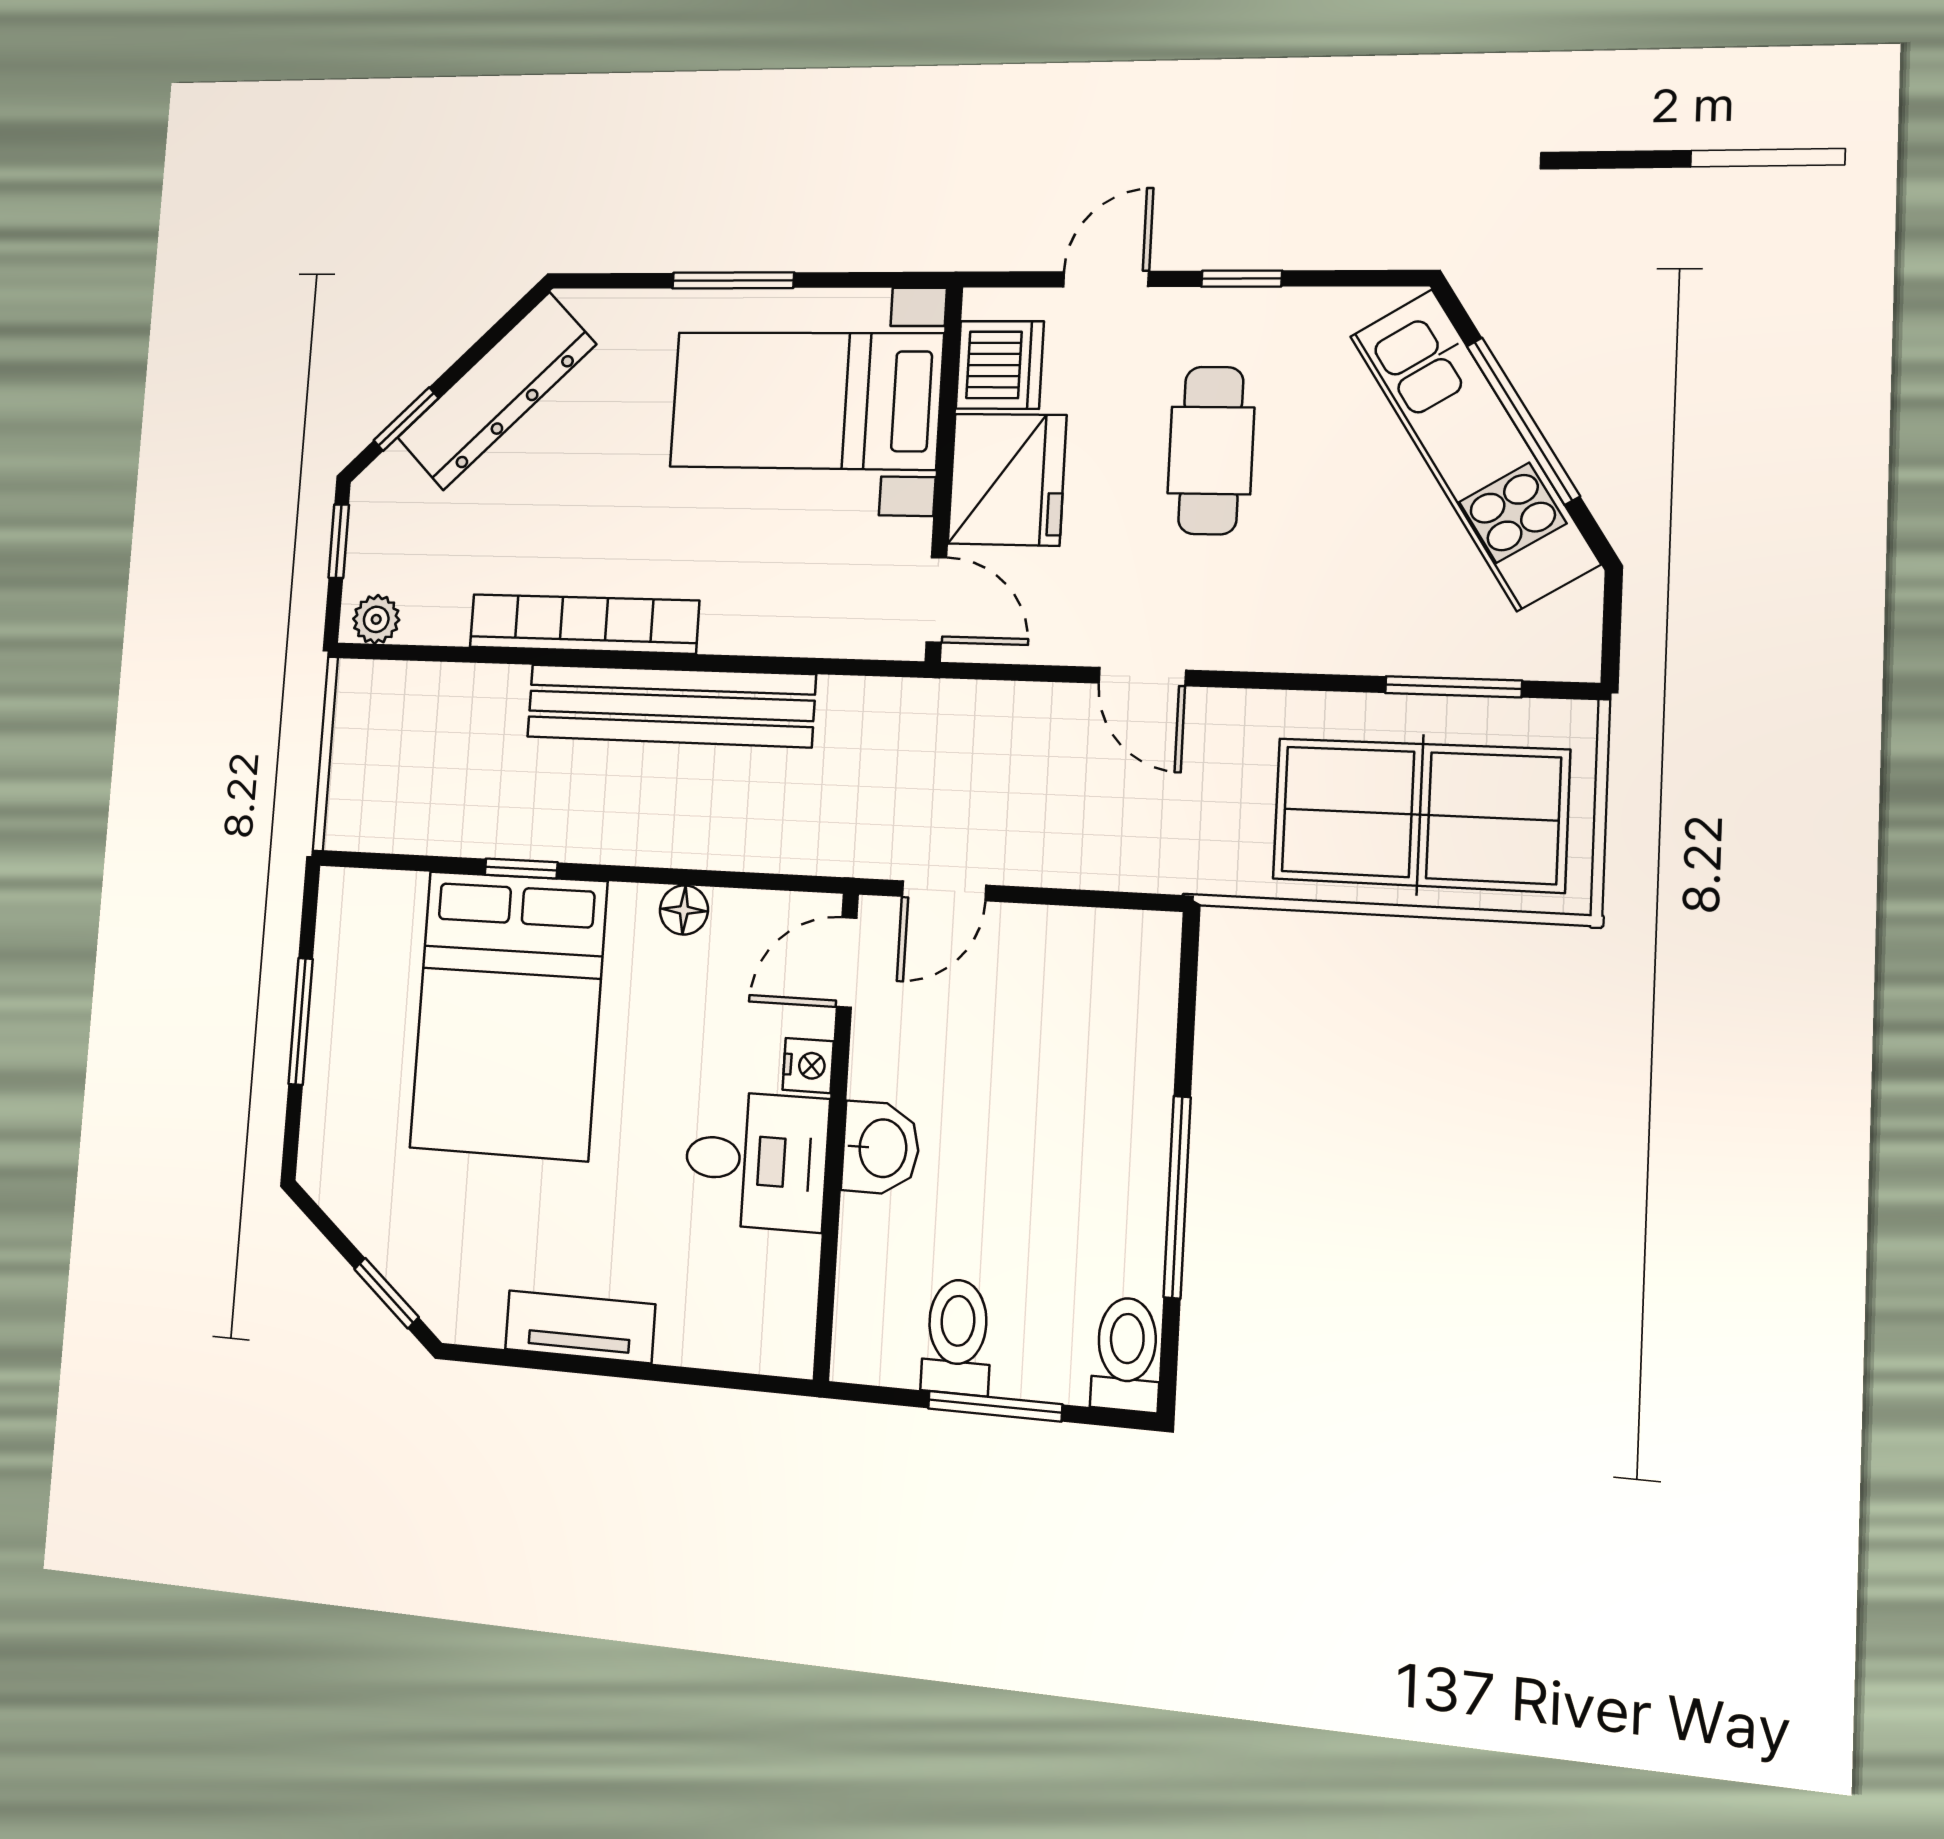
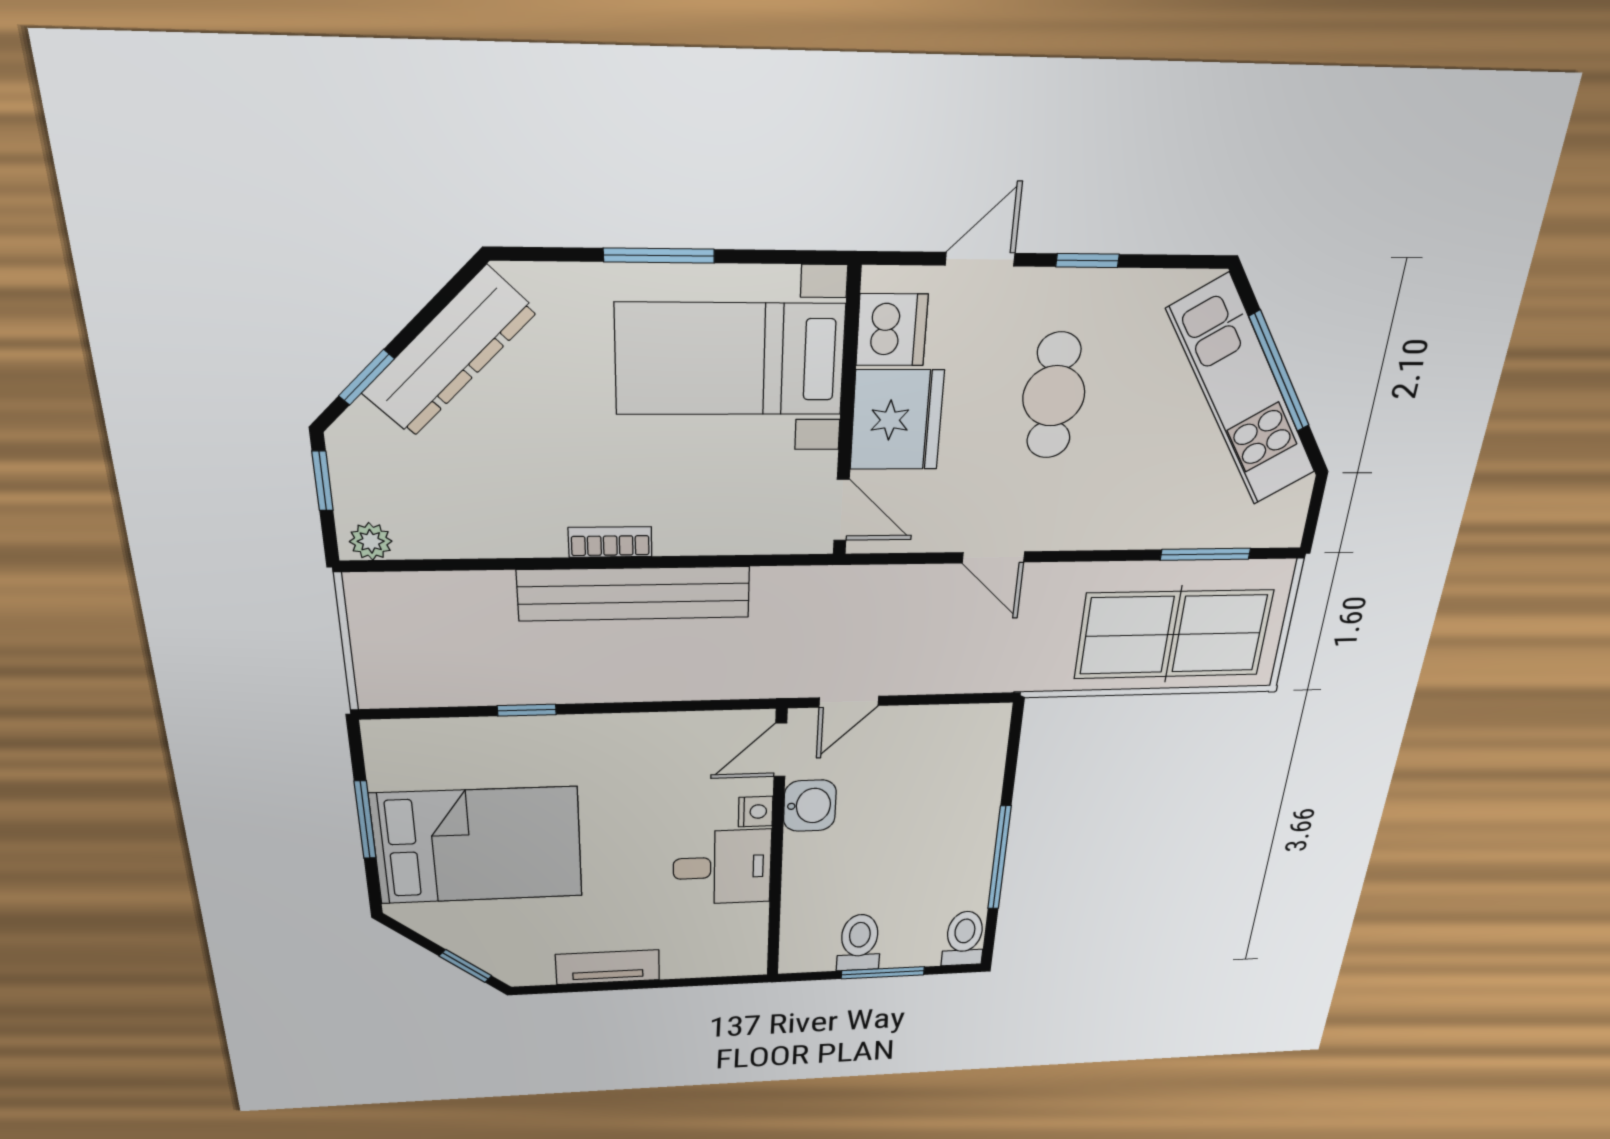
bookcase: (584, 624) -> (610, 542), width x0.43, depth x0.76
floor lamp: (684, 910) -> (658, 727), removed
bed: (508, 1015) -> (478, 846), moved, turned -90
washbasin: (881, 1148) -> (810, 806), moved

